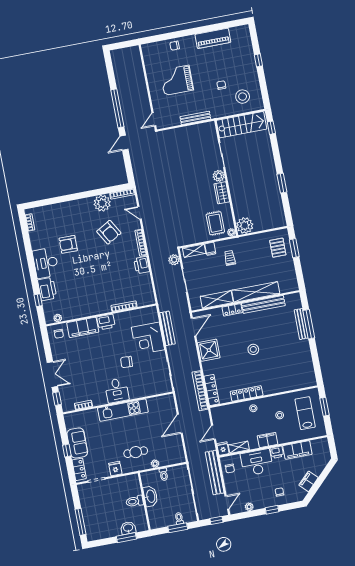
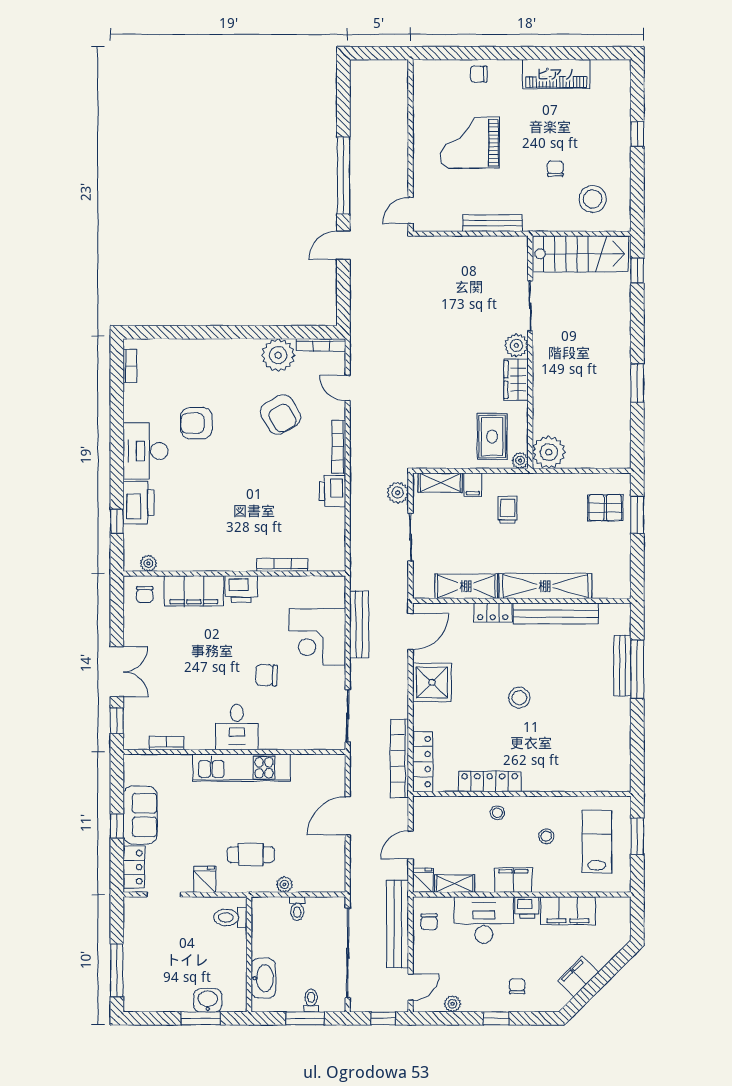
pallet: (278, 248) -> (605, 508), turned 90
washbasin: (150, 496) -> (263, 978), moved
toilet: (135, 501) -> (230, 917), moved

